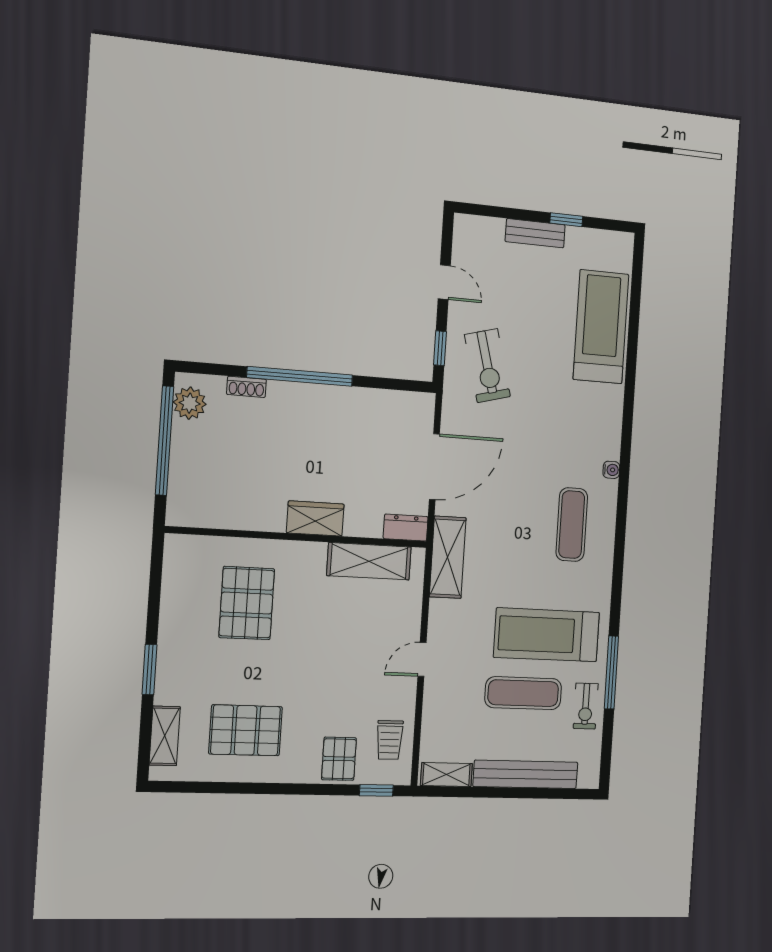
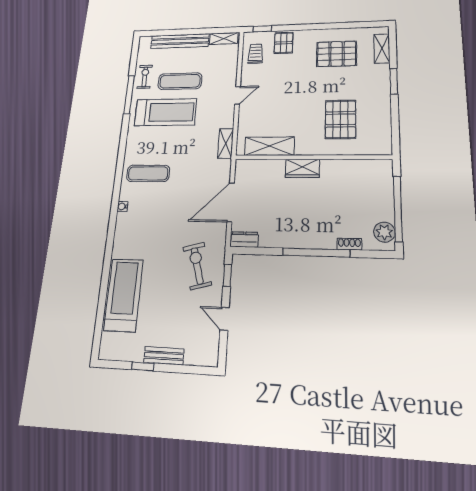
treadmill: (601, 327) -> (124, 295), turned 180
exercise mat: (572, 525) -> (148, 173), turned 90
dresser: (406, 528) -> (244, 239), moved, turned 180
shelving: (448, 557) -> (226, 143), width x0.67, depth x0.75

